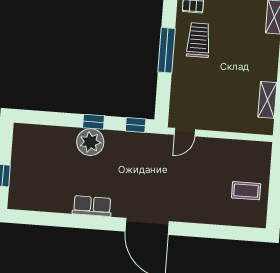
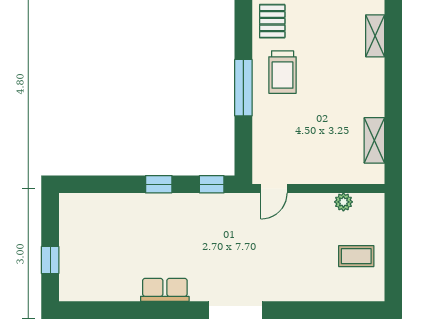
trolley: (199, 40) -> (283, 72), turned 180
plant: (90, 142) -> (343, 202), moved, width x0.53, depth x0.53

